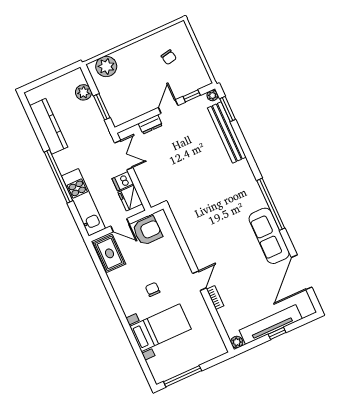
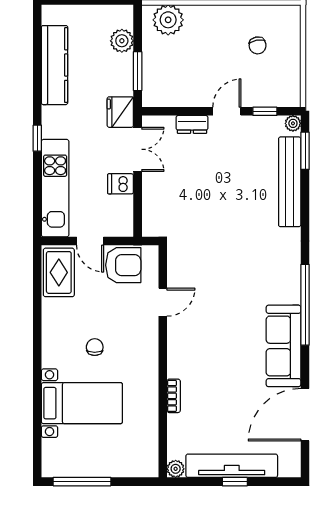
window: (58, 176) -> (37, 138), width x0.32
fridge: (130, 198) -> (120, 112), moved
door: (199, 281) -> (163, 302), moved

